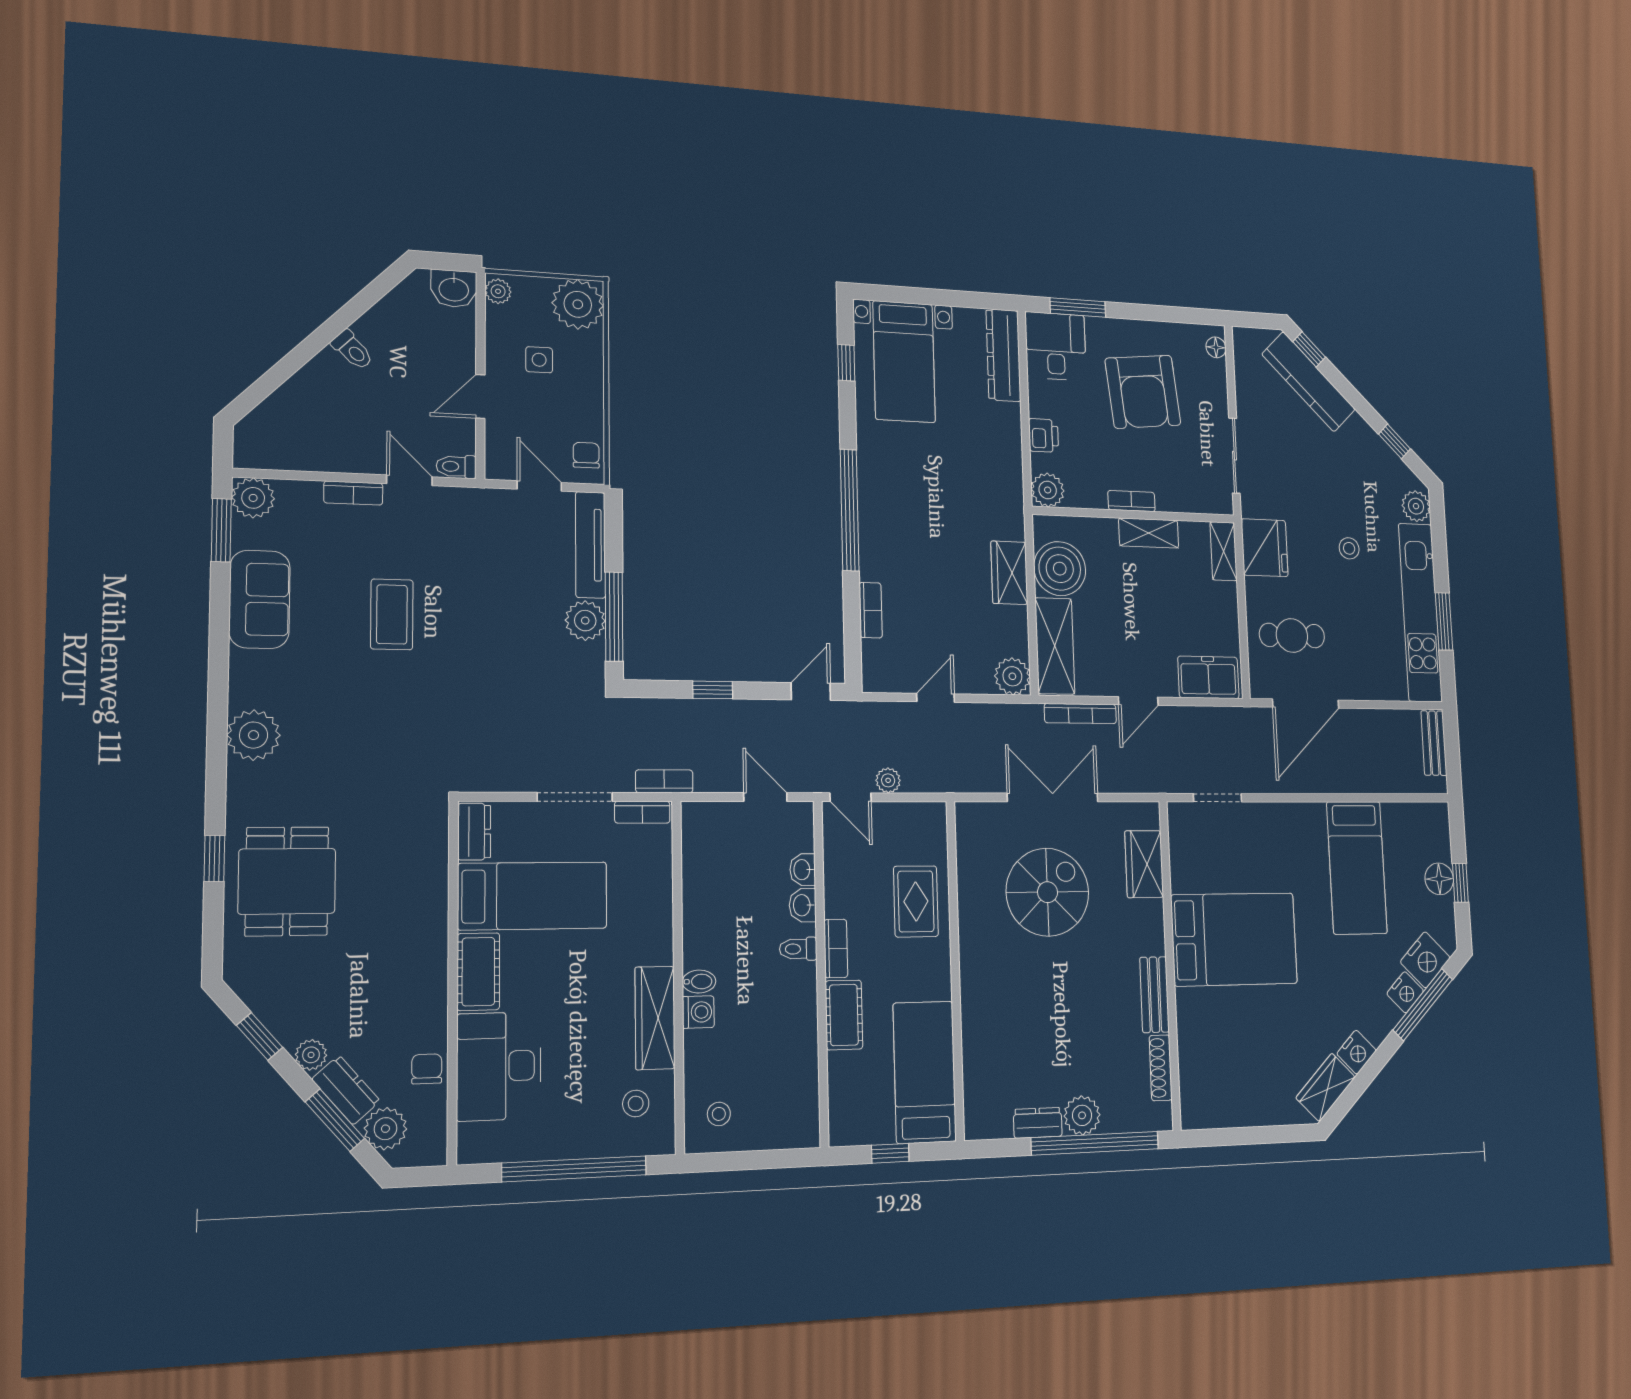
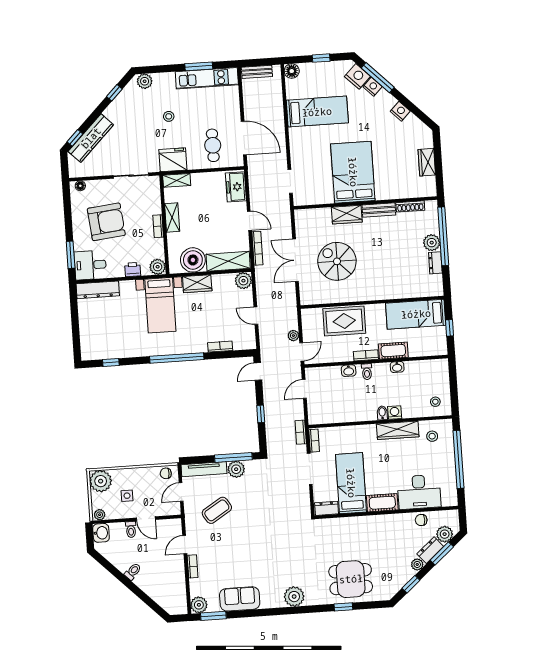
bed with nightstands: (904, 362) -> (160, 305), moved, turned 90
toilet: (456, 467) -> (131, 530), moved
kitchen unit: (1420, 612) -> (207, 78), width x0.73
coffee table: (392, 614) -> (217, 510), moved, turned -32
door: (811, 692) -> (258, 371), hinge flipped
wardrobe: (1144, 864) -> (347, 215), moved
washbasin: (803, 870) -> (397, 367), moved
floor lamp: (1439, 879) -> (292, 71), moved
rug: (916, 901) -> (344, 321), width x1.36, depth x1.43
wardrobe: (1326, 1087) -> (427, 162), moved, turned 45

